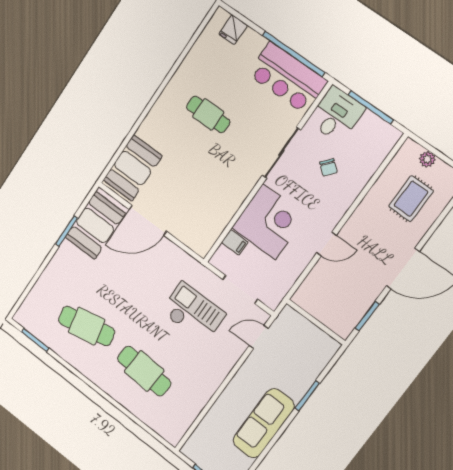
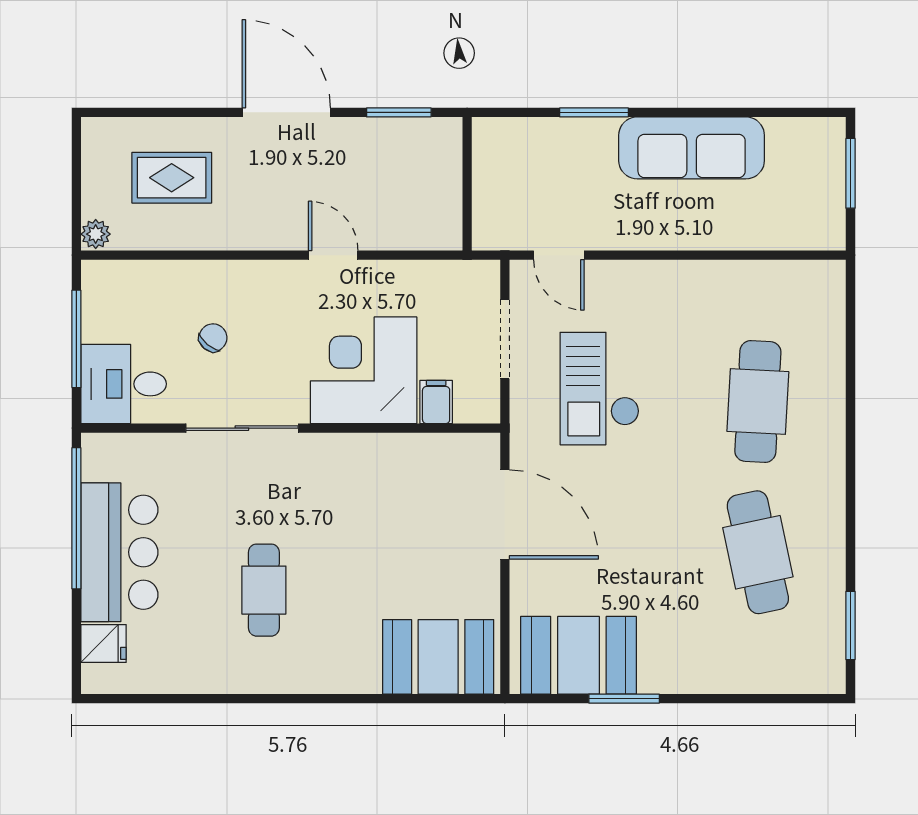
bar counter: (287, 78) -> (119, 552), moved
plant: (427, 159) -> (96, 234), moved
door: (148, 220) -> (505, 515), moved

